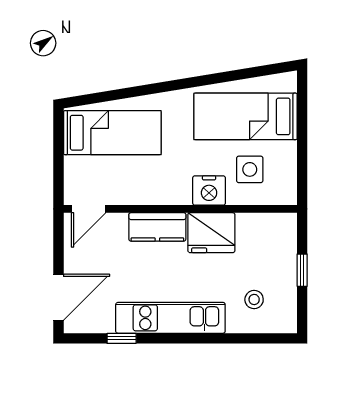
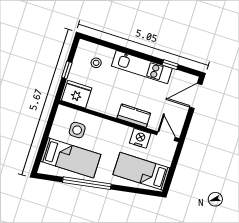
window: (202, 81) -> (87, 183), added
nightstand: (209, 190) -> (140, 138), moved
door: (89, 209) -> (166, 136), hinge flipped
fridge: (211, 233) -> (77, 94), moved

